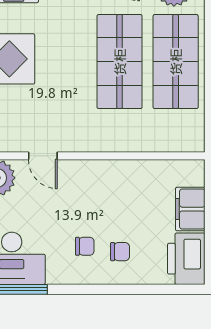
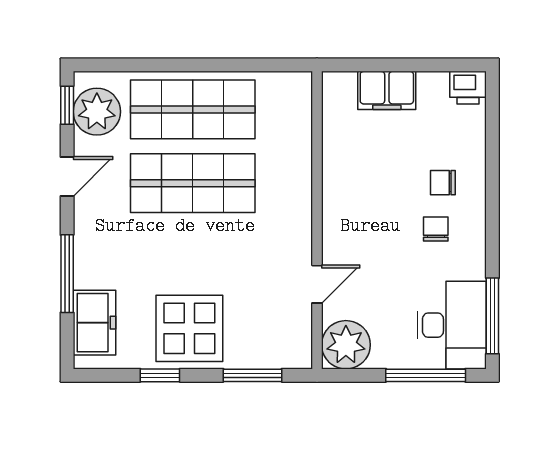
chair: (120, 252) -> (443, 183), turned -90
printer: (186, 259) -> (468, 88), width x0.53, depth x0.68

